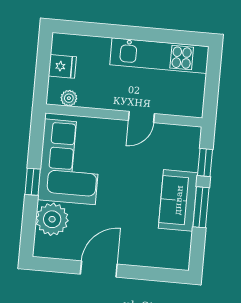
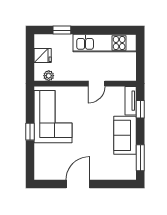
window: (95, 30) -> (62, 30), added
tv unit: (191, 148) -> (131, 101), added
window: (201, 207) -> (140, 158), moved
plant: (52, 219) -> (45, 155), removed

